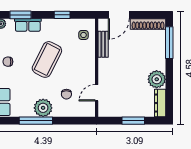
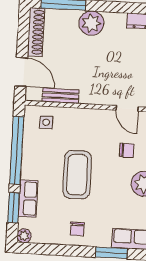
window: (62, 15) -> (17, 150), width x3.17
coffee table: (47, 59) -> (77, 175), turned 63
plant: (157, 79) -> (91, 23), moved

